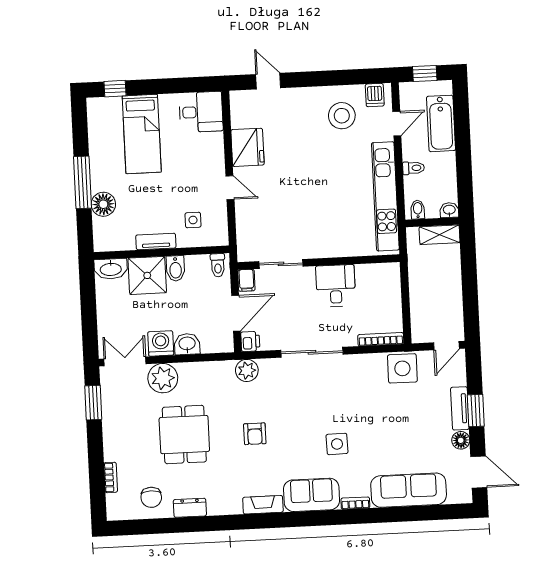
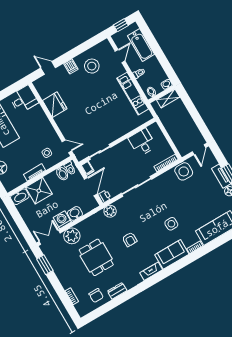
dishwasher: (375, 95) -> (71, 66), moved
door: (230, 188) -> (67, 146), moved
kitchen unit: (385, 196) -> (133, 94), width x0.73
bidet: (176, 268) -> (62, 174), moved
desk: (336, 286) -> (142, 142), moved

